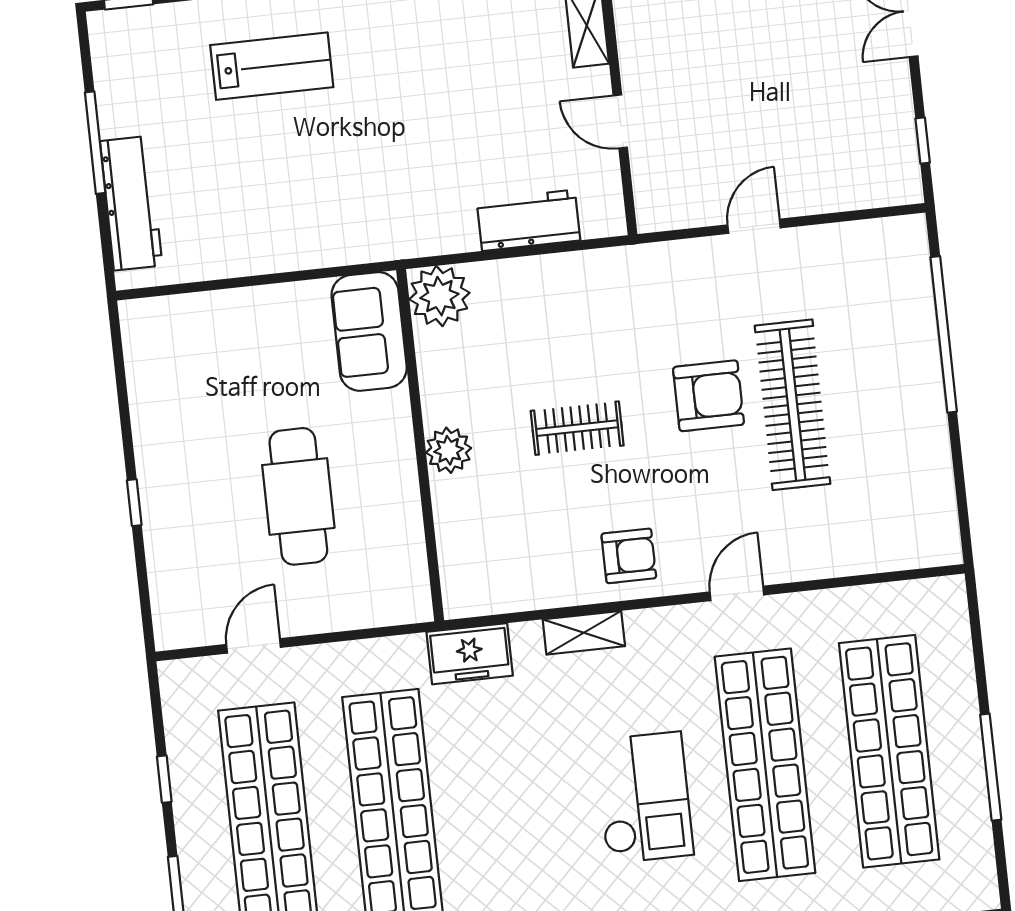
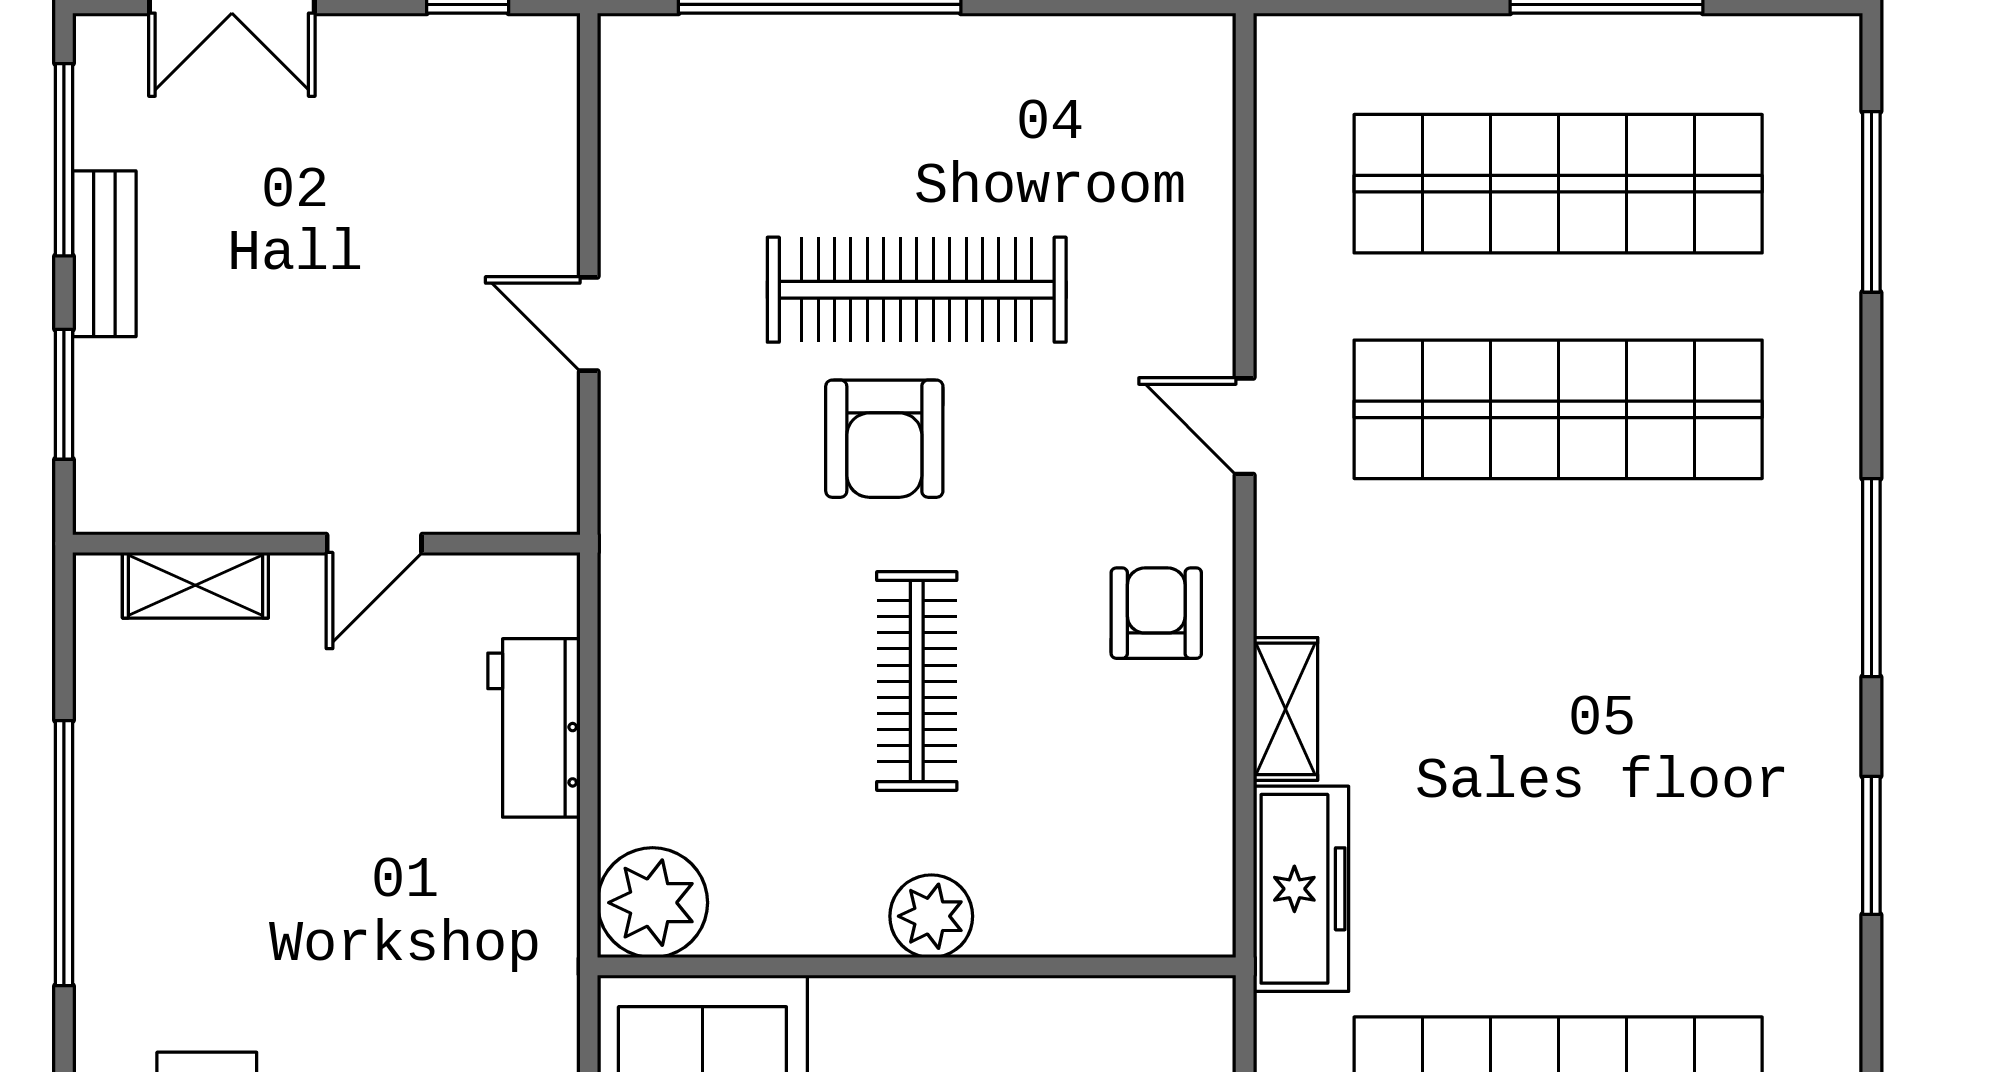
armchair: (709, 396) -> (884, 439), turned 180
clothes rail: (577, 428) -> (917, 681), width x1.36
freezer: (470, 654) -> (1301, 889), width x1.40
checkout: (644, 798) -> (1593, 633), removed

